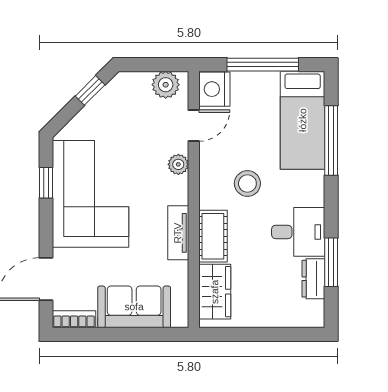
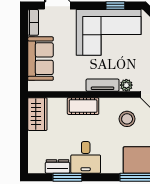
stool: (247, 183) -> (127, 119), moved
tv unit: (178, 233) -> (103, 85), moved
wardrobe: (215, 292) -> (37, 114), moved, turned -90

